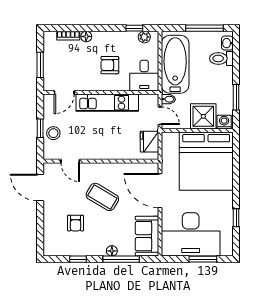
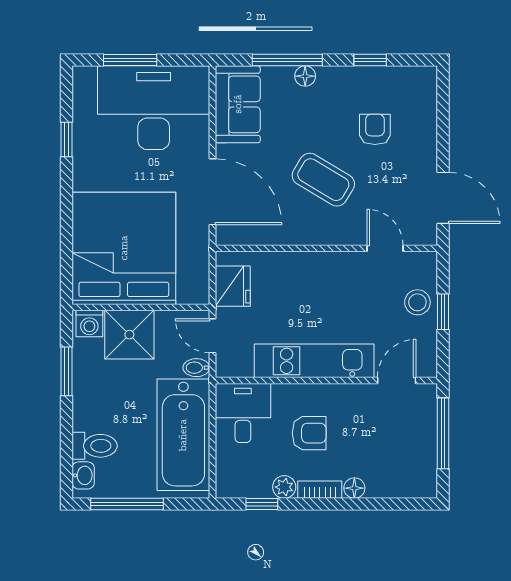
bookcase: (68, 36) -> (320, 490), moved
plant: (144, 37) -> (284, 487), moved
window: (40, 65) -> (443, 433), width x1.44

